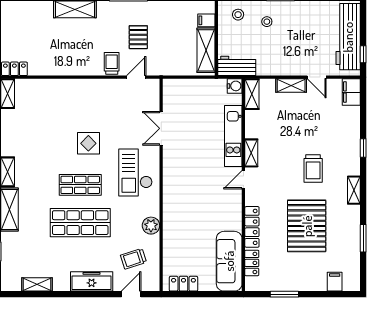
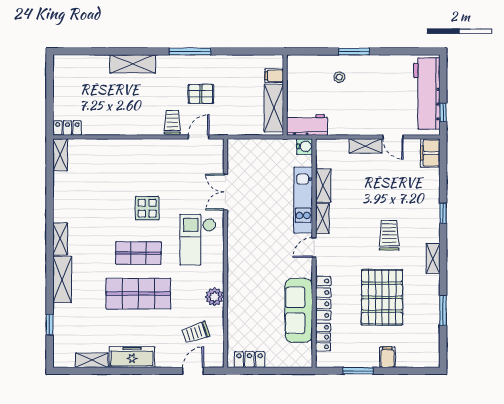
stool: (238, 15) -> (308, 70), removed
pallet: (138, 37) -> (201, 94), turned 90
shelving: (252, 94) -> (323, 185), moved
trolley: (313, 168) -> (389, 235), turned 180
sofa: (229, 261) -> (299, 310), moved
freezer: (92, 281) -> (132, 357), moved
filing cabinet: (335, 282) -> (387, 357), moved

